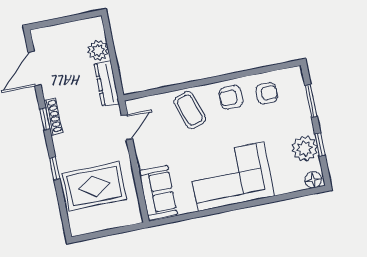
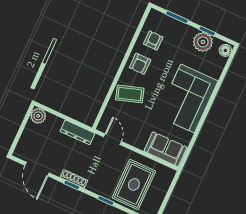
plant: (98, 50) -> (38, 116), moved

